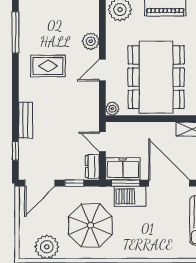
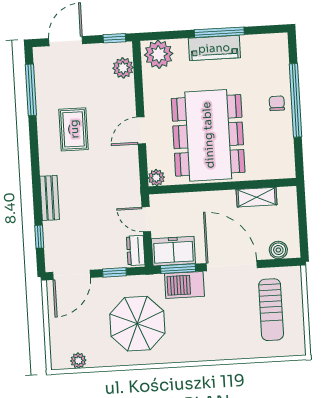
plant: (91, 41) -> (123, 68), moved
rug: (48, 66) -> (74, 129), turned 90
plant: (47, 247) -> (78, 361), width x0.53, depth x0.53

